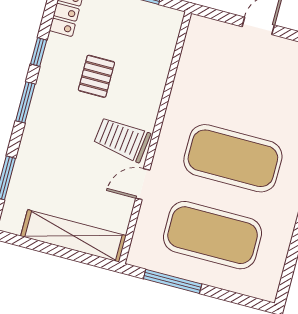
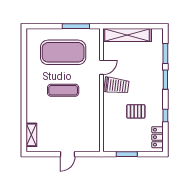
pallet: (96, 76) -> (136, 111), turned 90
window: (25, 102) -> (165, 80), moved
exercise mat: (233, 158) -> (63, 90), width x0.50, depth x0.69

